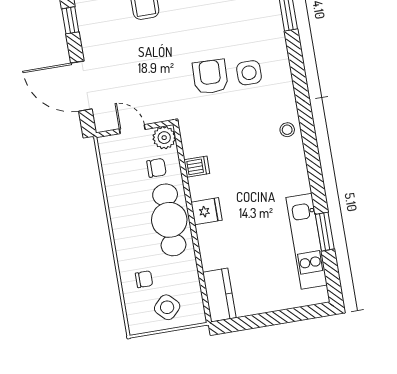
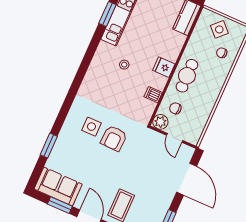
stool: (287, 130) -> (124, 65), moved
cafe table: (169, 220) -> (187, 76), width x0.73, depth x0.74

